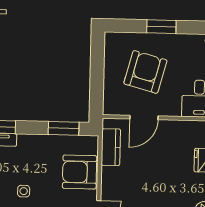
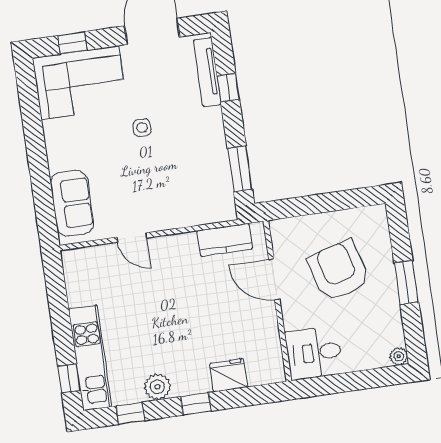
armchair: (145, 72) -> (339, 271), turned -121
armchair: (80, 172) -> (182, 202), removed

